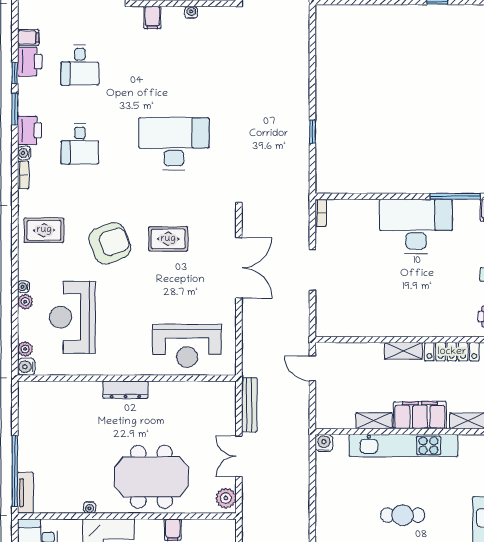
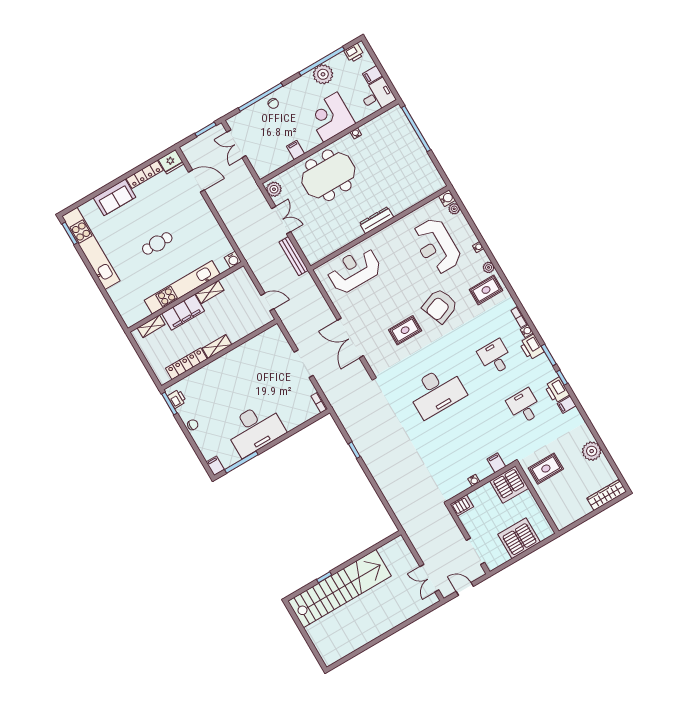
plant: (25, 302) -> (489, 267), moved
reception desk: (72, 317) -> (436, 246), turned 180
tv unit: (25, 493) -> (401, 119), removed

